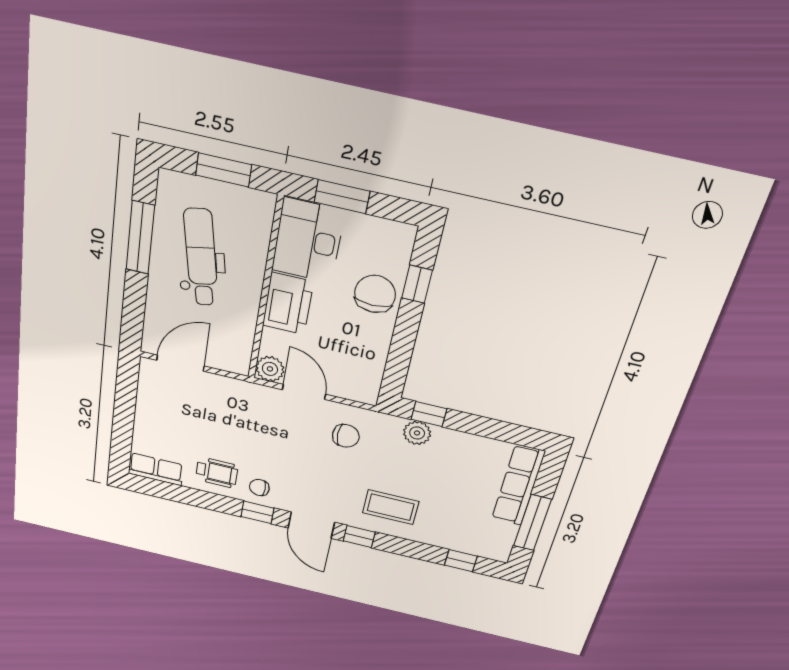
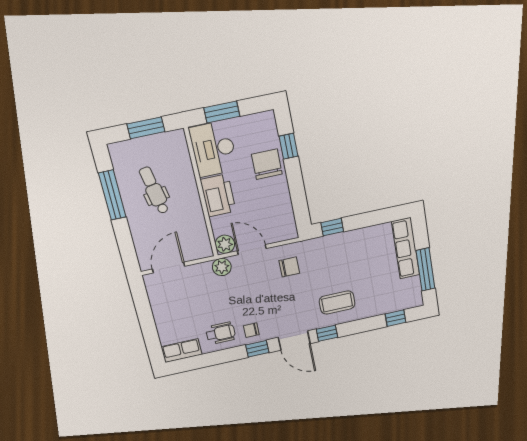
dental chair: (201, 258) -> (154, 190), width x0.73, depth x0.72
plant: (417, 433) -> (222, 267), moved

